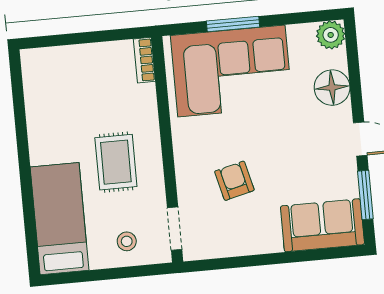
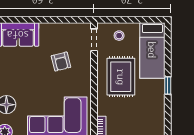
window: (23, 154) -> (168, 85), added
rug: (116, 162) -> (121, 77), width x1.36, depth x1.43

